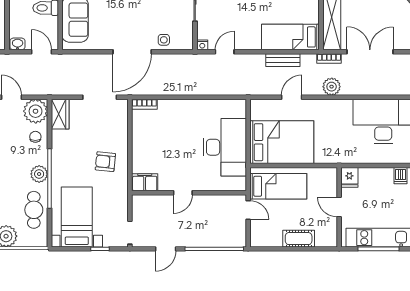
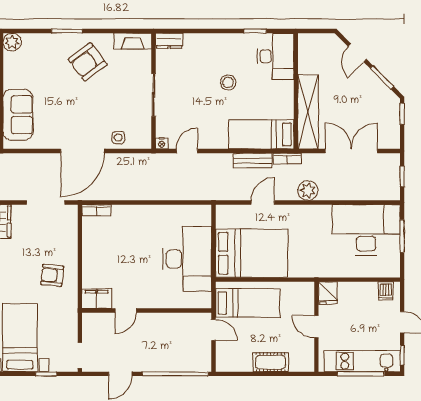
bookcase: (329, 58) -> (287, 159), moved
door: (183, 193) -> (126, 310), moved

